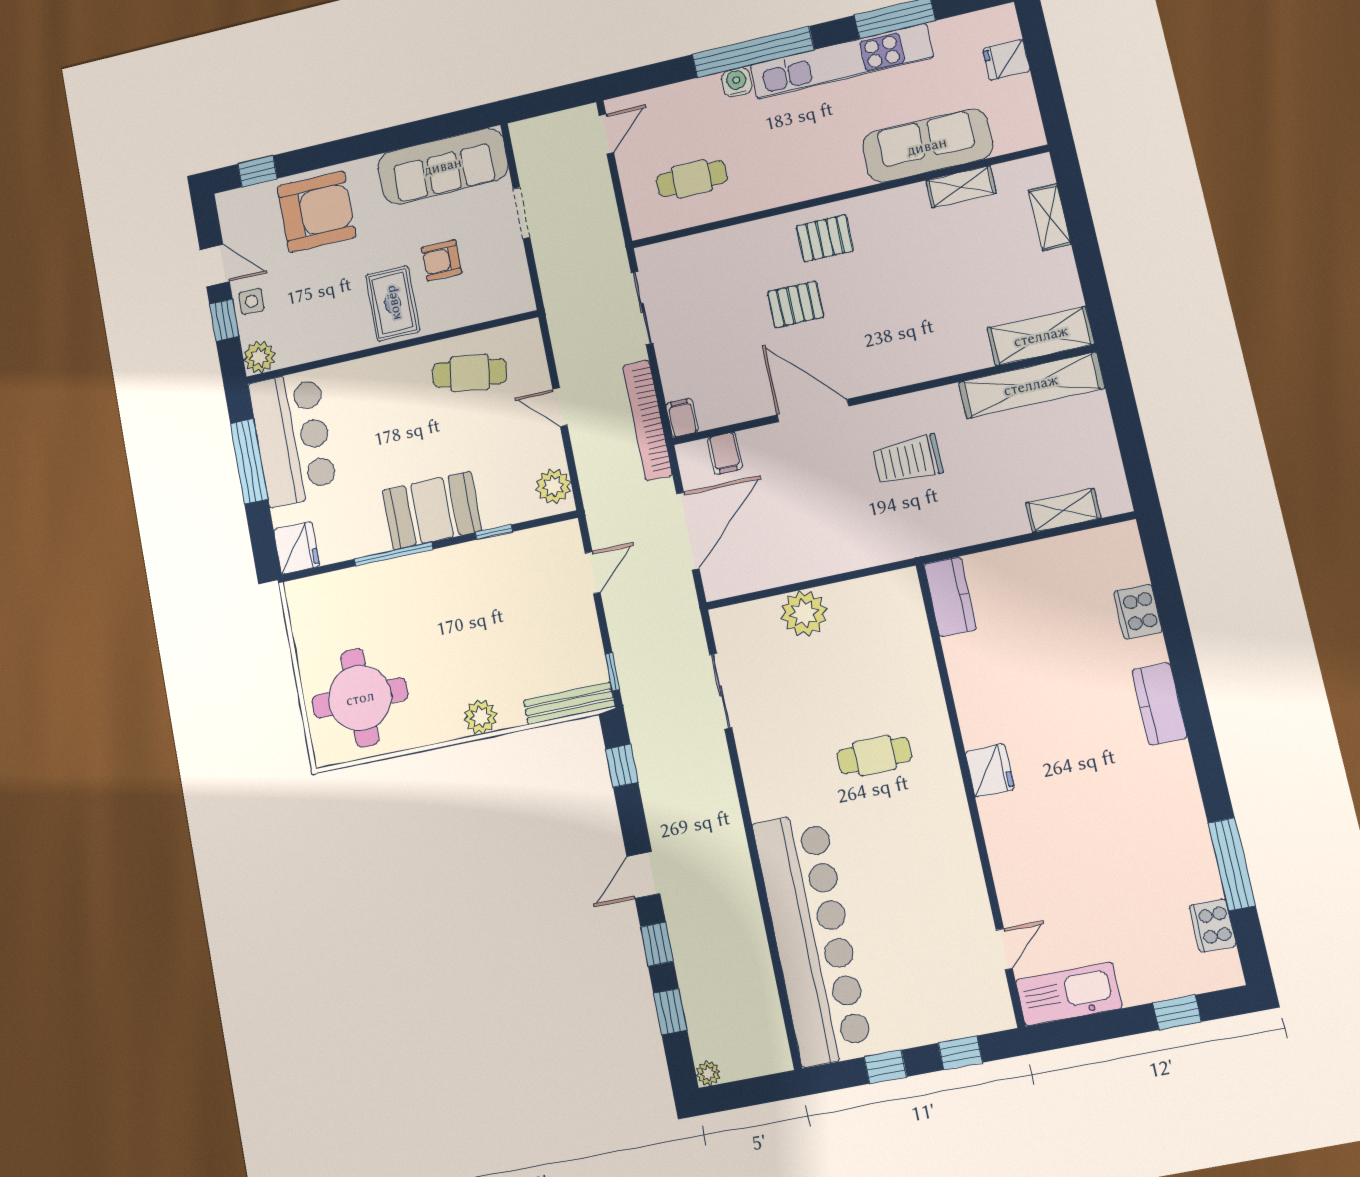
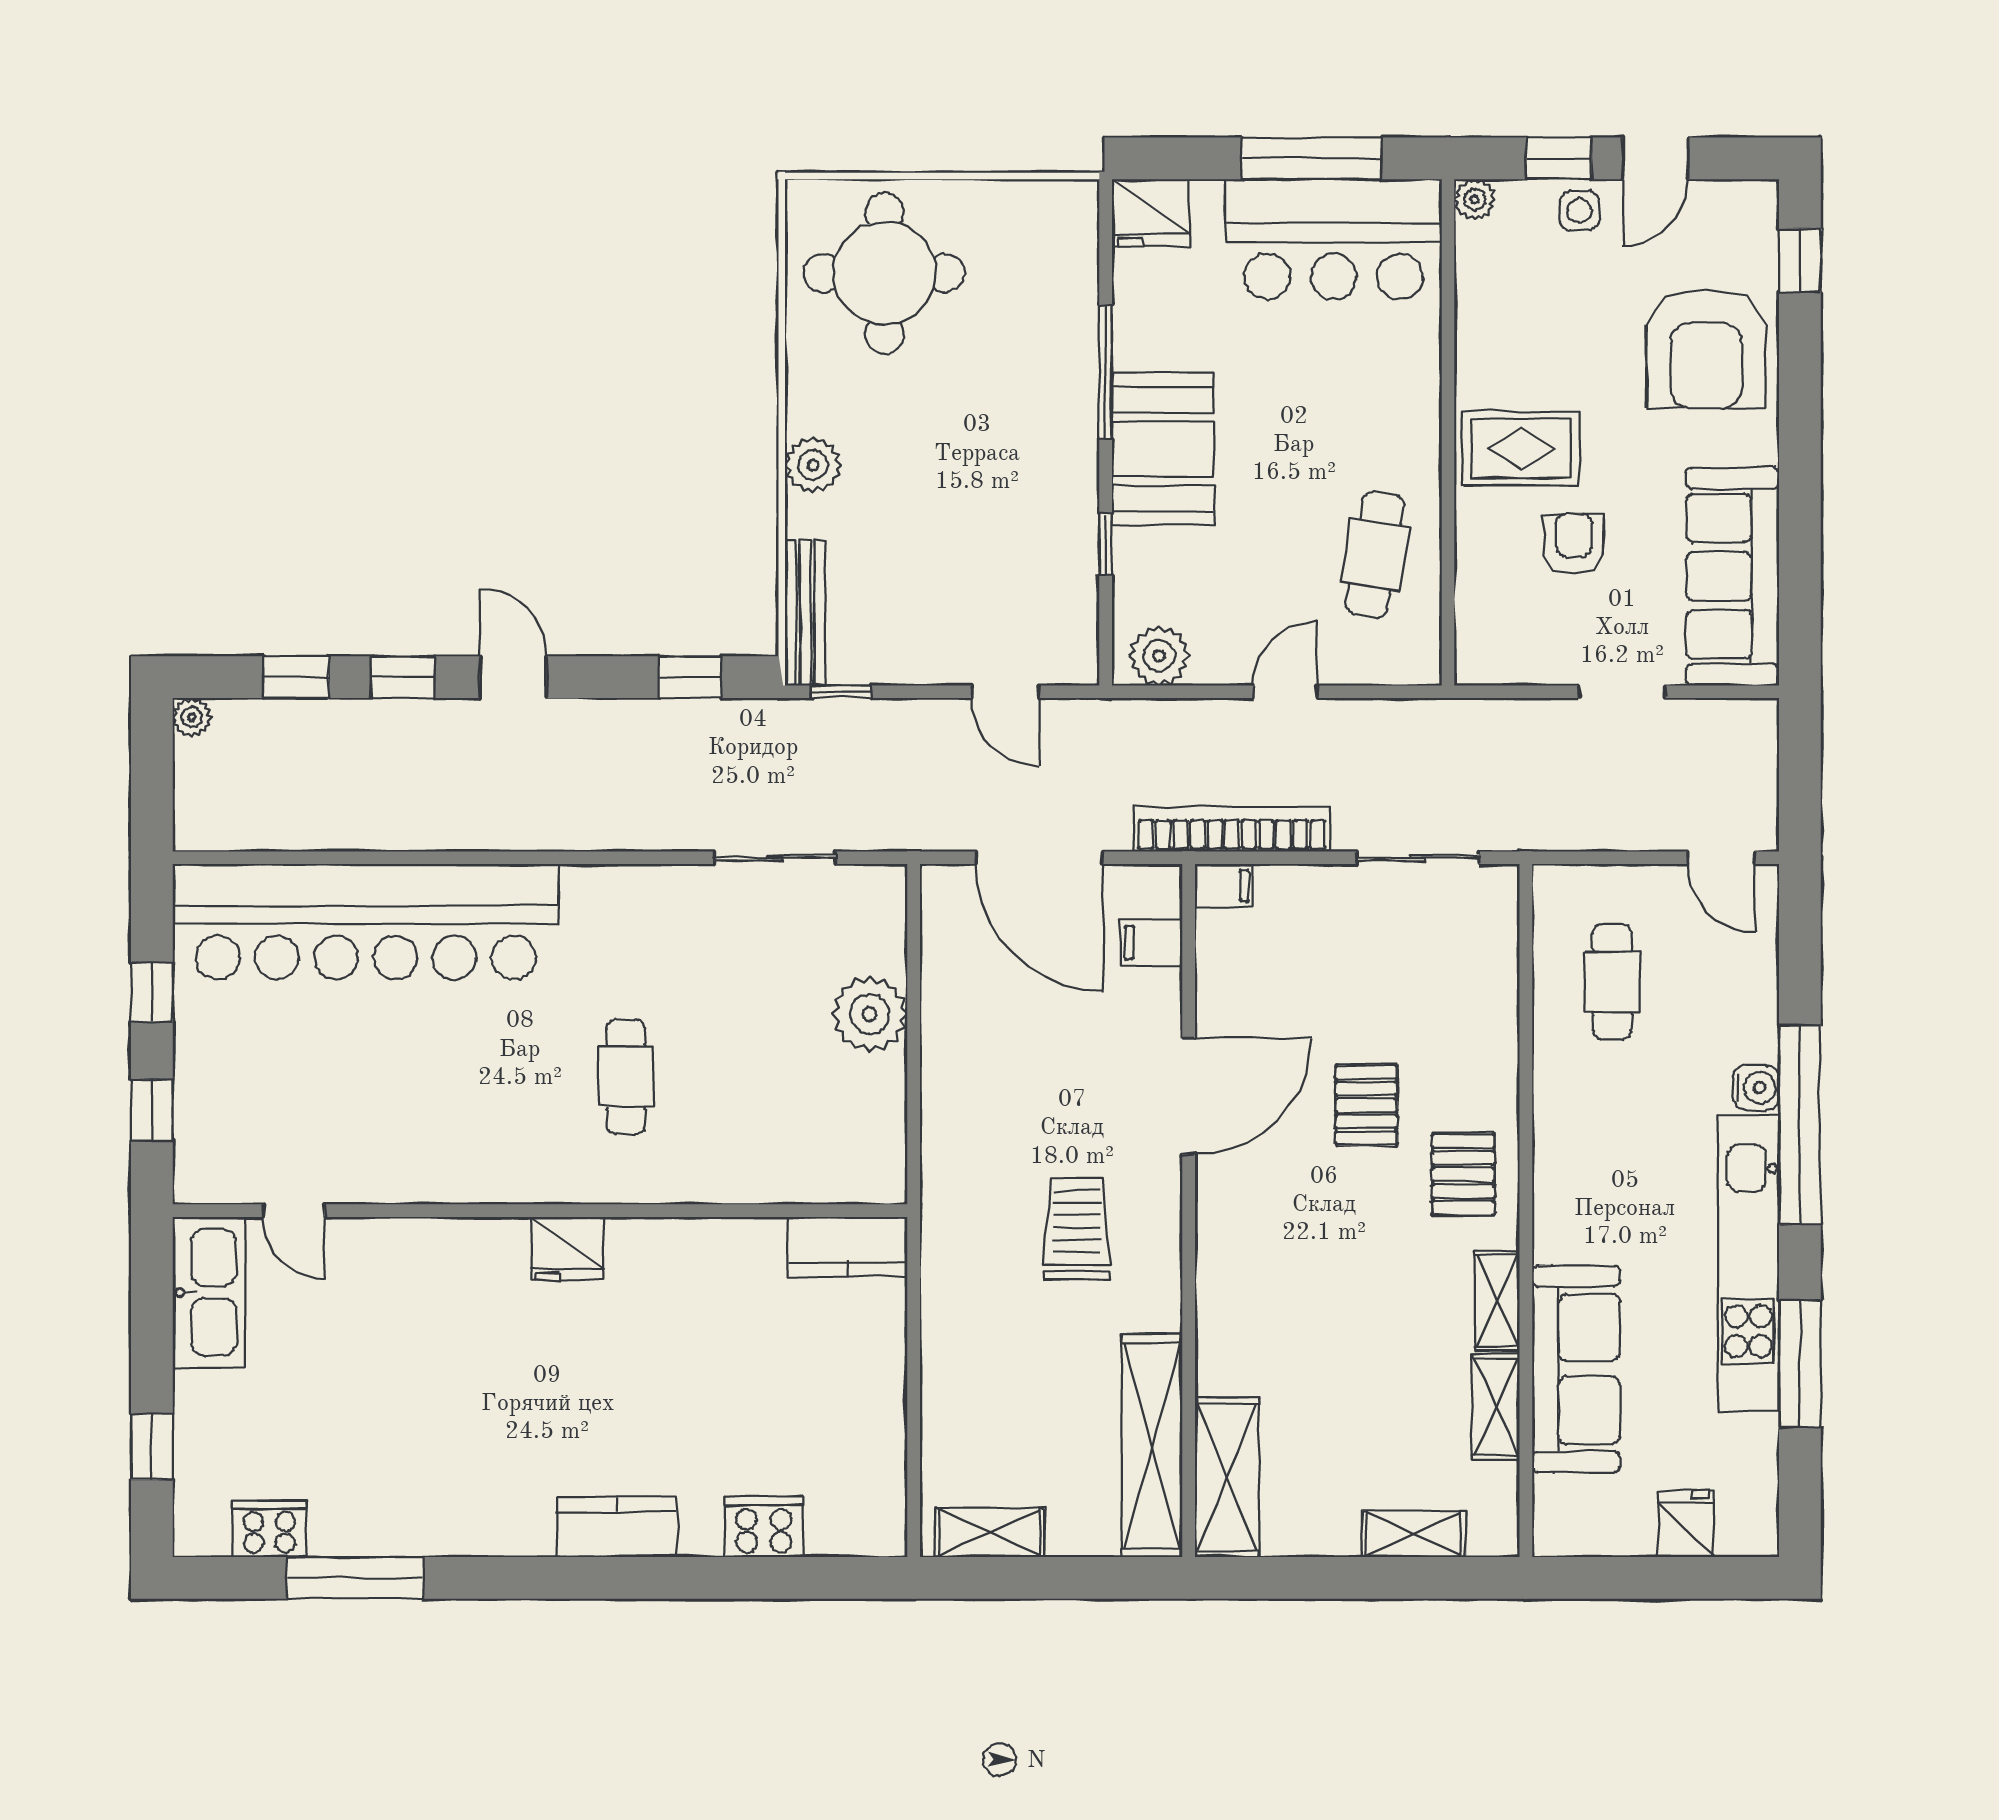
shelving: (896, 201) -> (1497, 1301), added
plant: (260, 357) -> (1475, 200), width x0.73, depth x0.73
shelving: (1063, 511) -> (990, 1533), moved, turned 90

